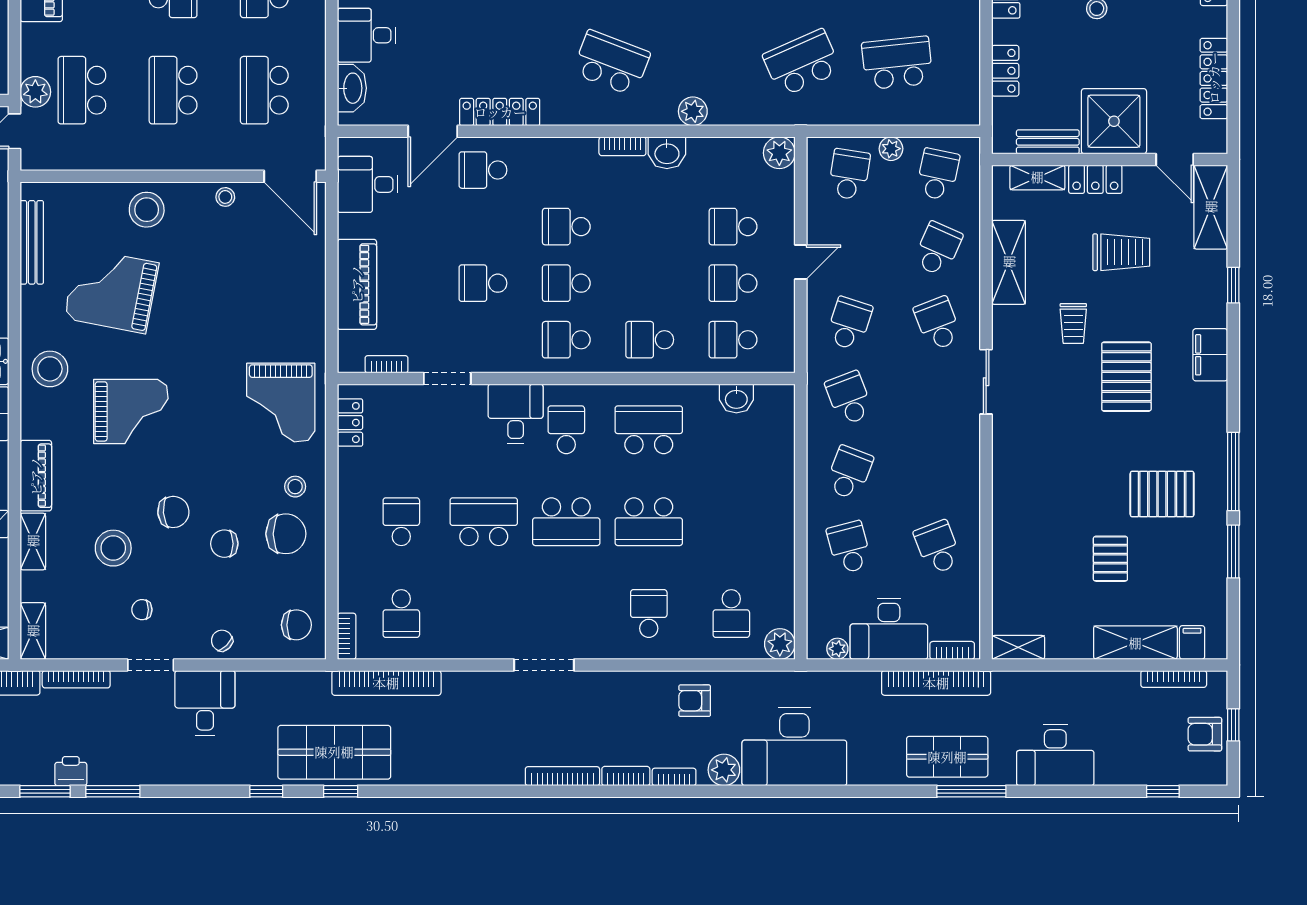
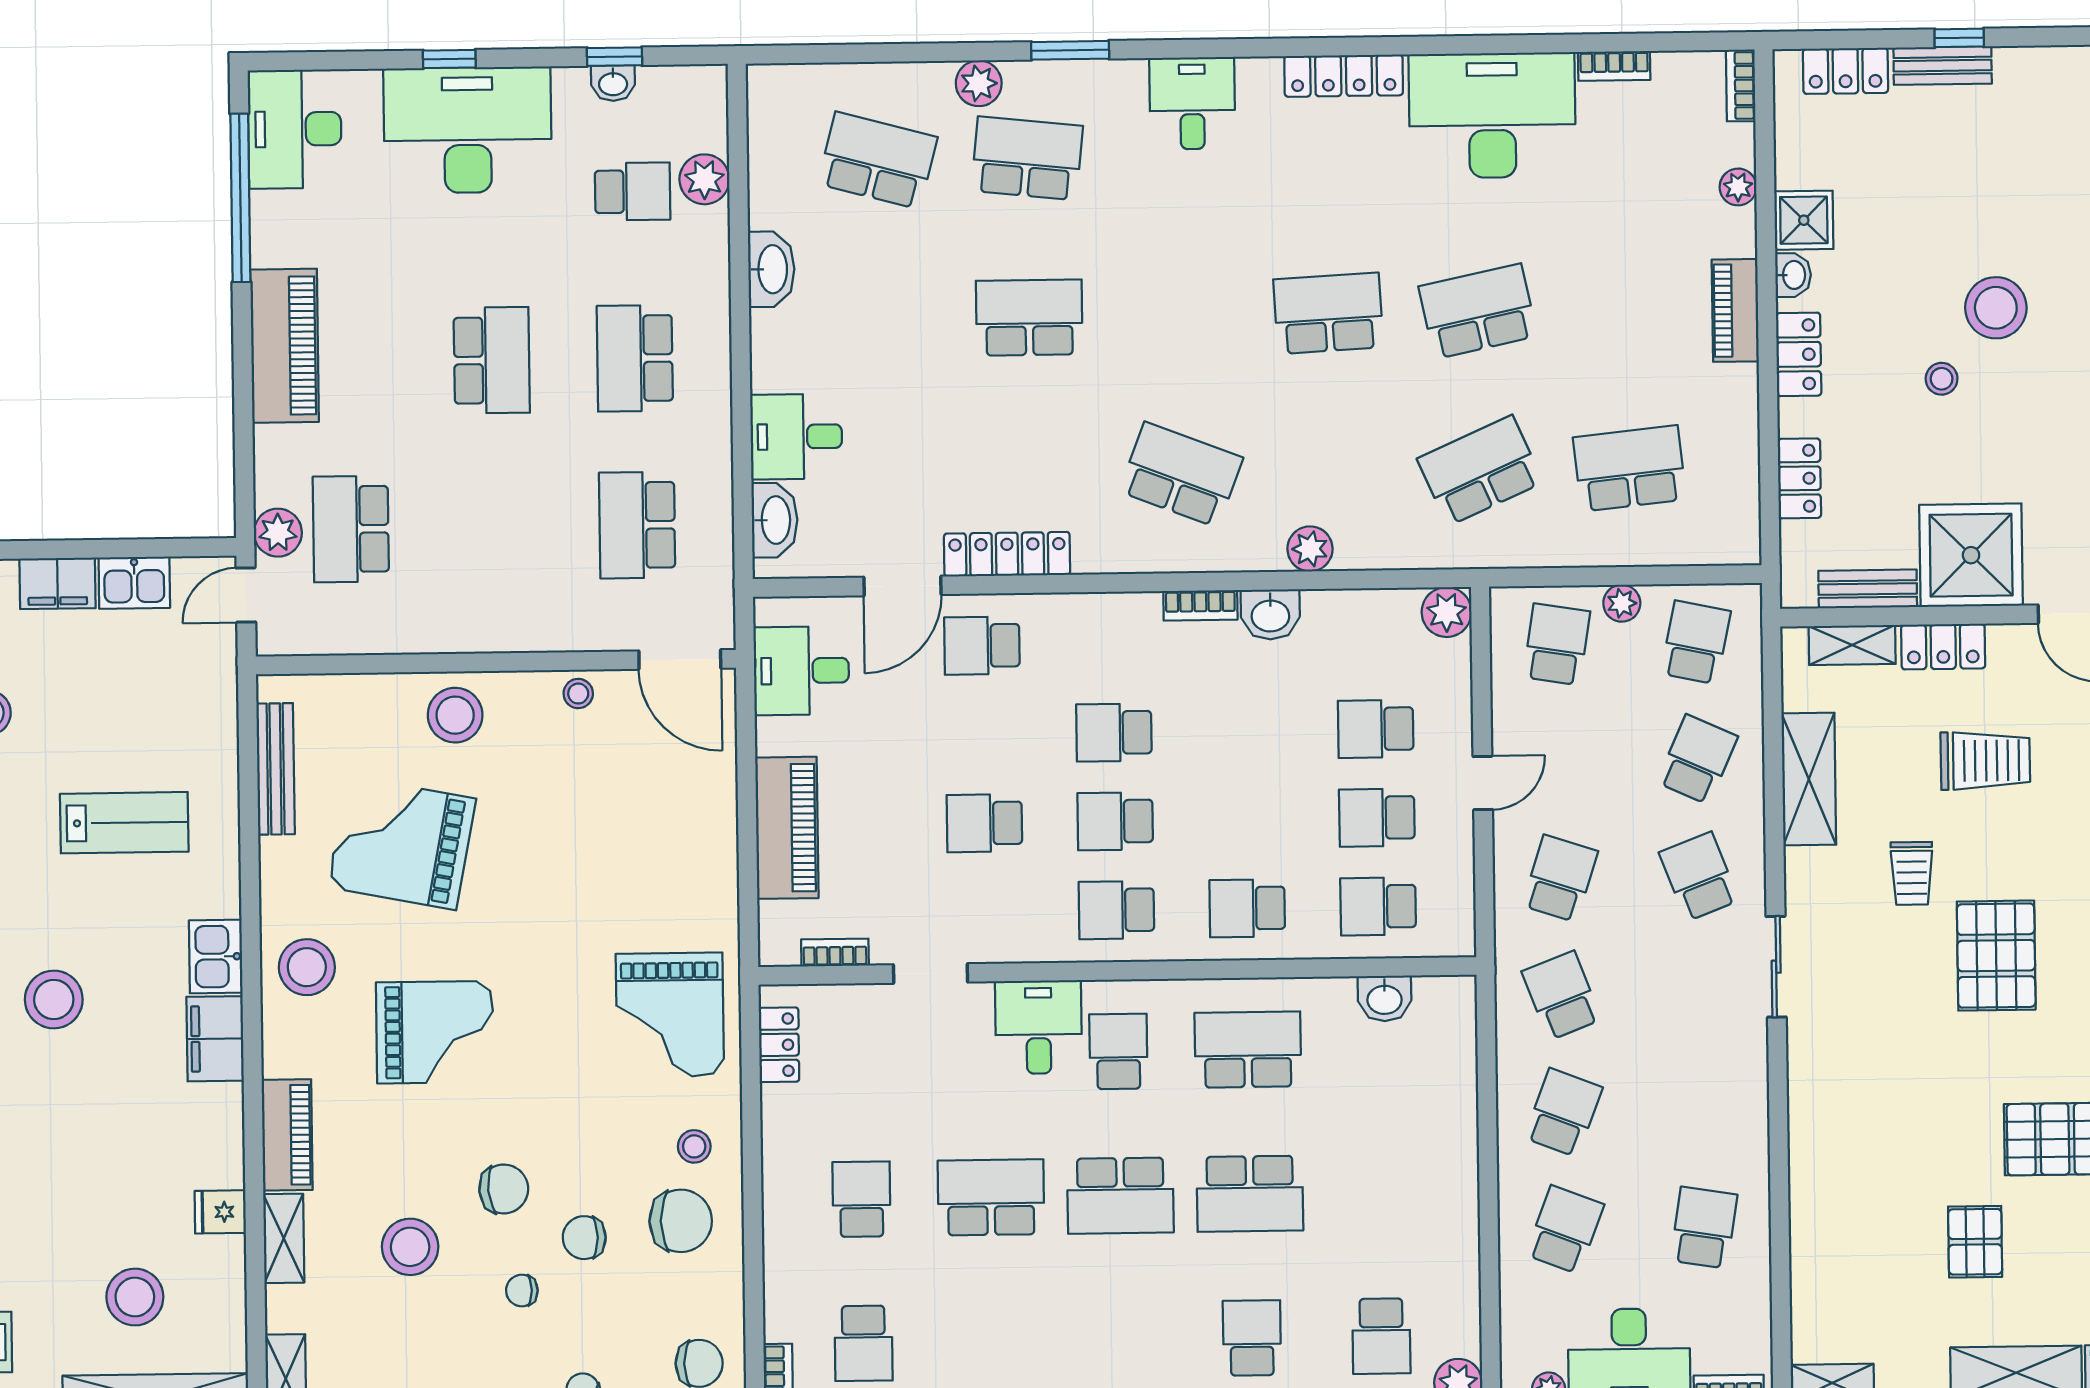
school desk: (173, 90) -> (494, 527), removed
school desk: (849, 547) -> (1565, 1230), turned 36
school desk: (938, 547) -> (1704, 1228), turned 30
chair: (142, 610) -> (522, 1290), moved

